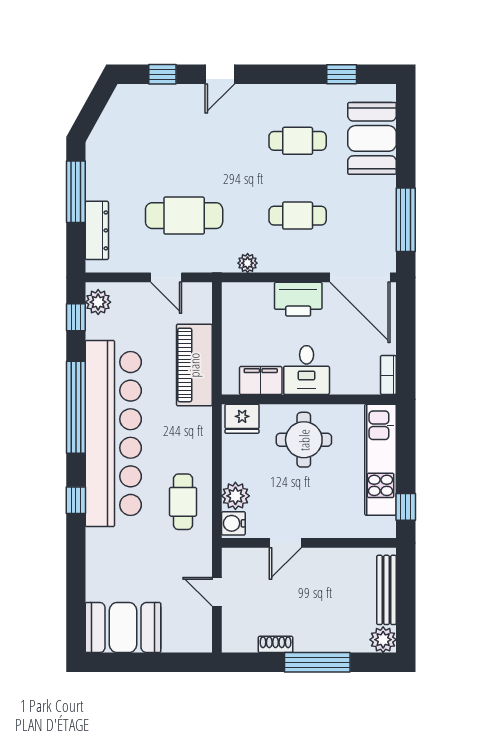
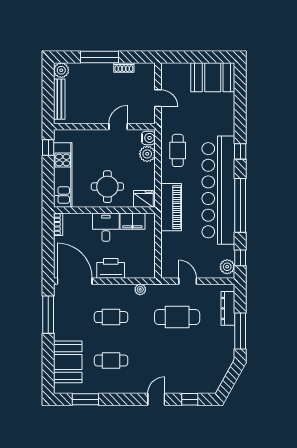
window: (342, 74) -> (85, 399), width x1.50
piano: (194, 365) -> (171, 207), moved

